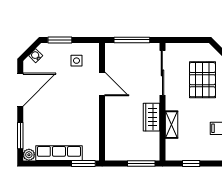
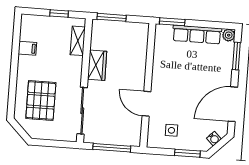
shelving: (172, 125) -> (78, 41), moved

